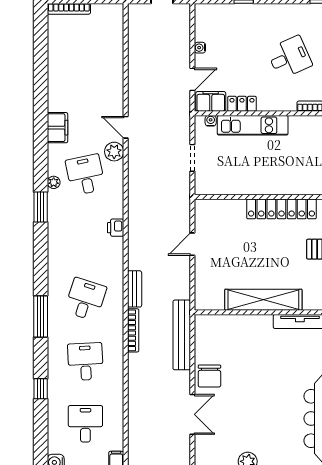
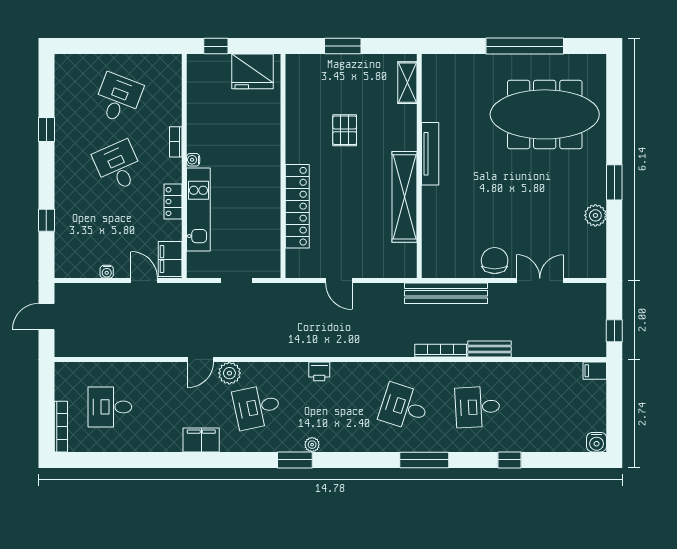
locker: (242, 104) -> (173, 202), moved
water cooler: (211, 121) -> (193, 160), moved
plant: (54, 182) -> (312, 445), moved
locker: (281, 209) -> (297, 206), moved
bench: (135, 289) -> (490, 349), moved
chair: (209, 376) -> (495, 261), turned -90
desk: (85, 424) -> (110, 407), moved

